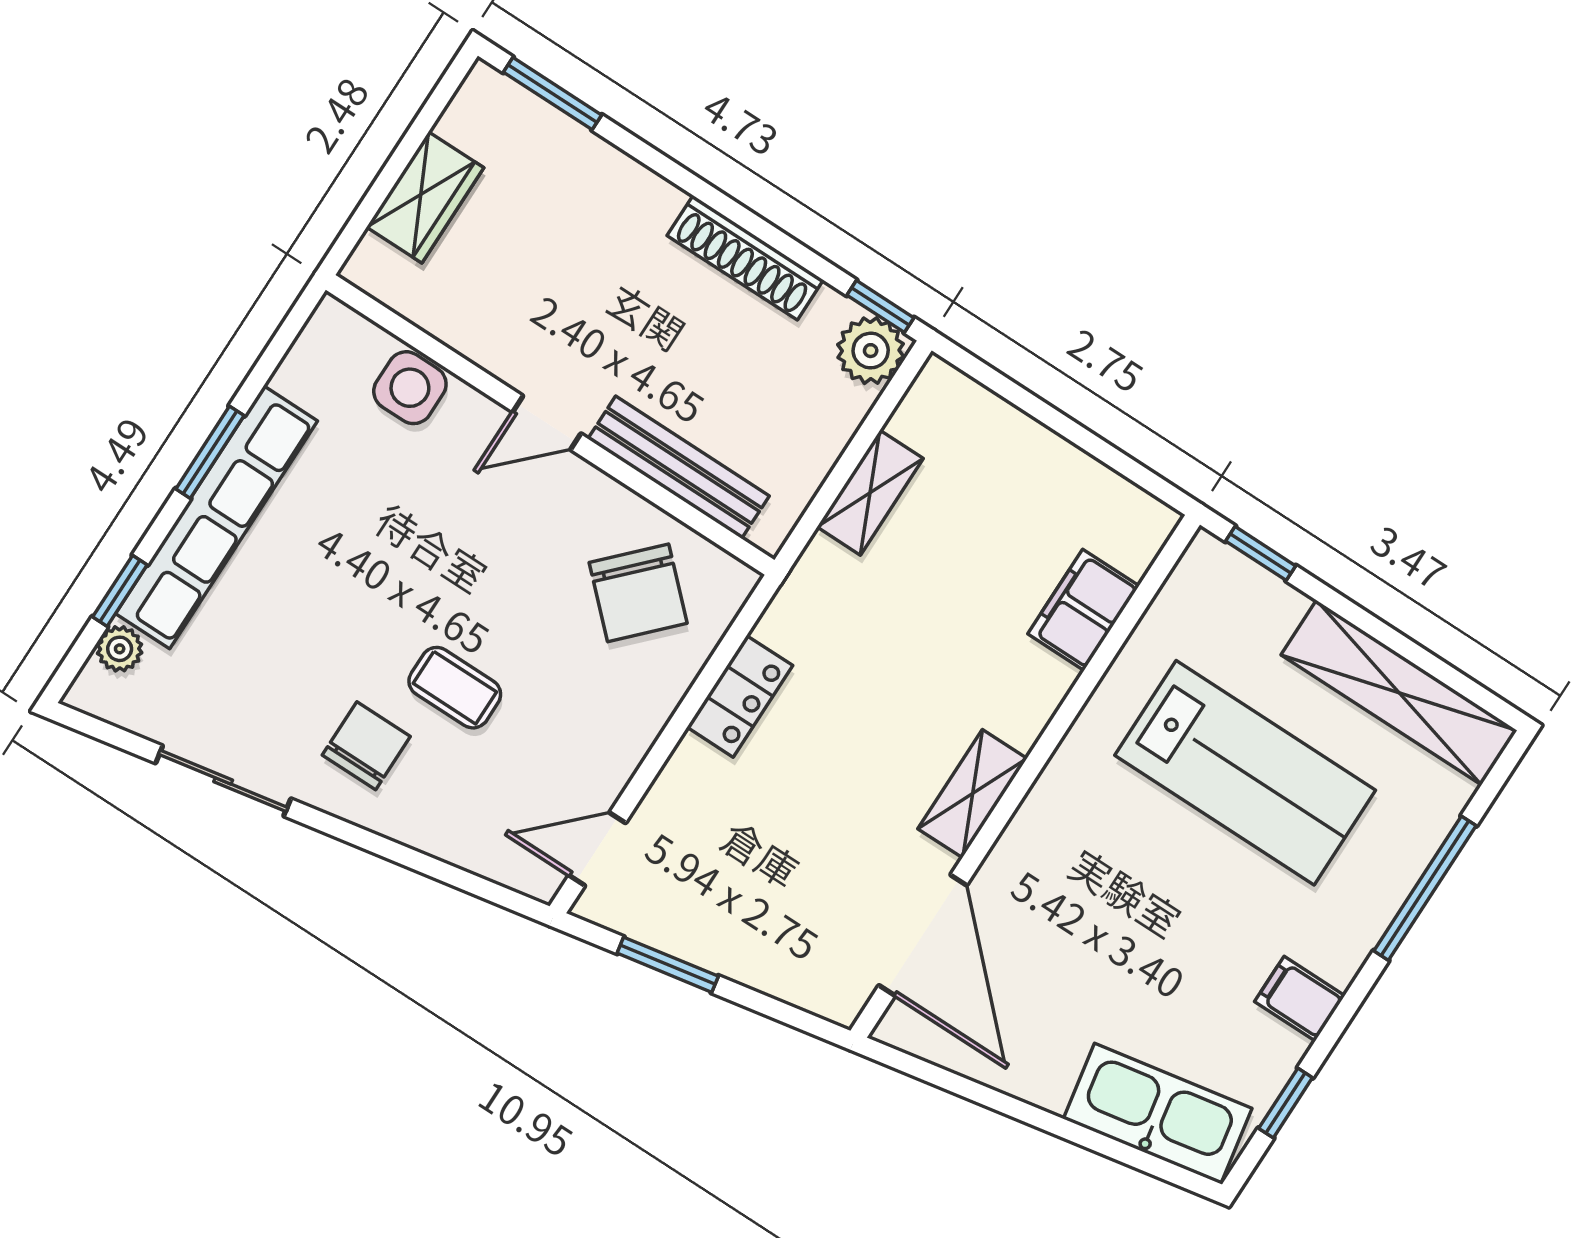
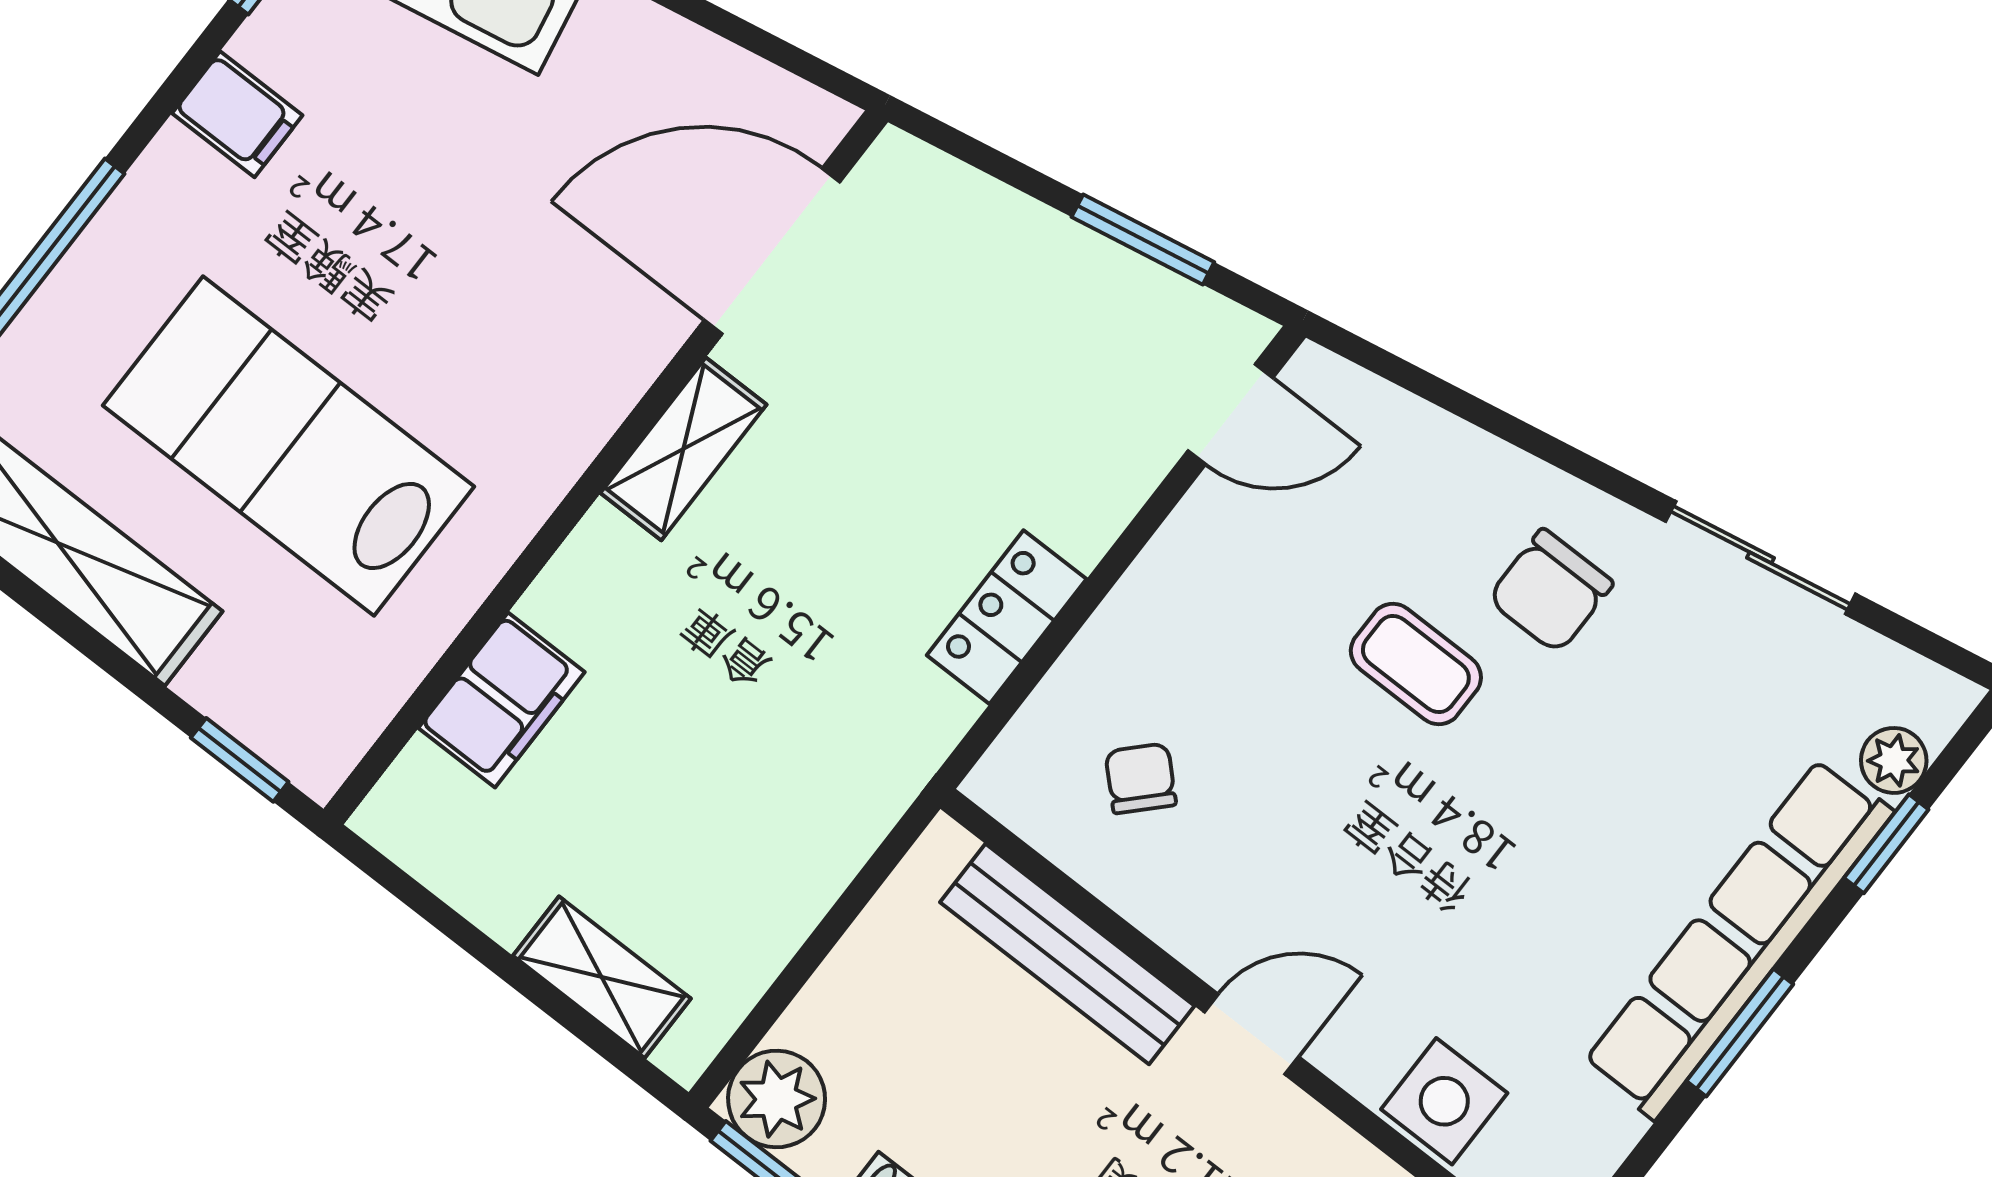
shelving: (870, 493) -> (602, 977), moved, turned 90
chair: (638, 593) -> (1141, 778), width x0.54, depth x0.54
door: (923, 935) -> (772, 251), hinge flipped

